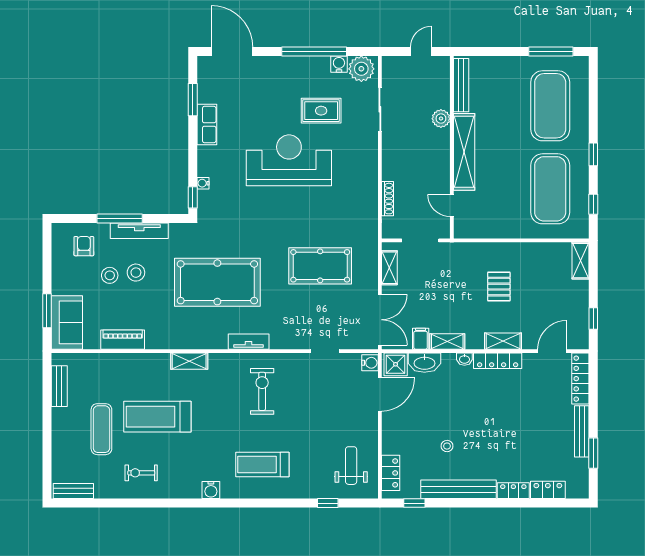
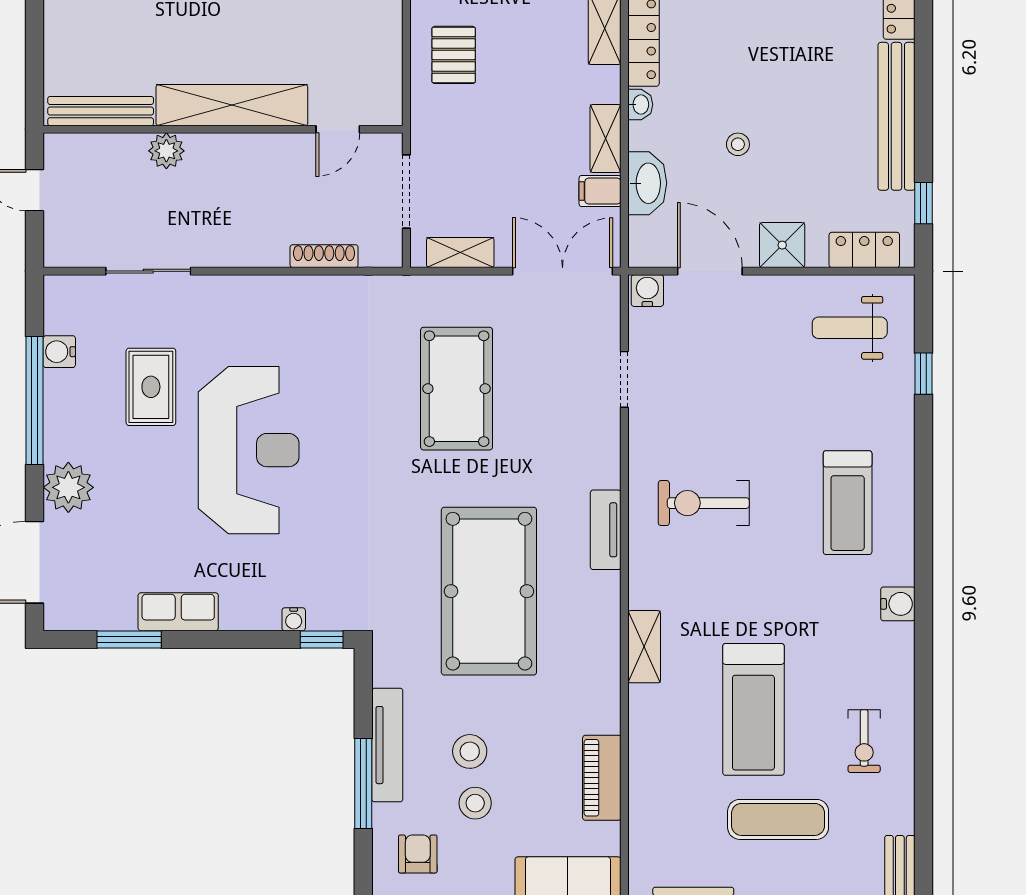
plant: (361, 69) -> (68, 487), moved
reception desk: (289, 160) -> (249, 450), turned 180
armchair: (84, 246) -> (418, 854), turned 90
pallet: (499, 287) -> (454, 55), moved, turned 90
shower: (396, 364) -> (782, 245), moved
stool: (447, 446) -> (738, 144), moved

